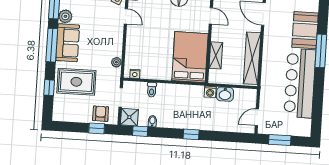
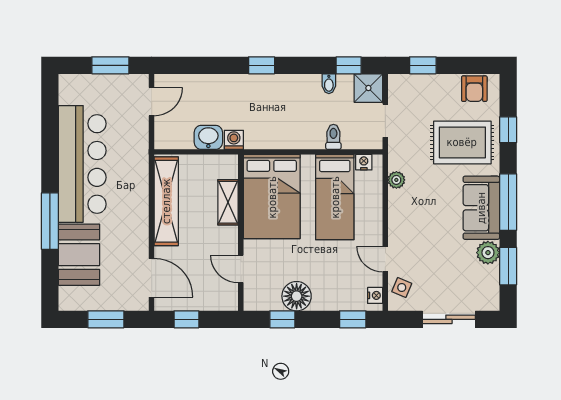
bed: (153, 54) -> (335, 197), added
armchair: (101, 114) -> (474, 89), moved

